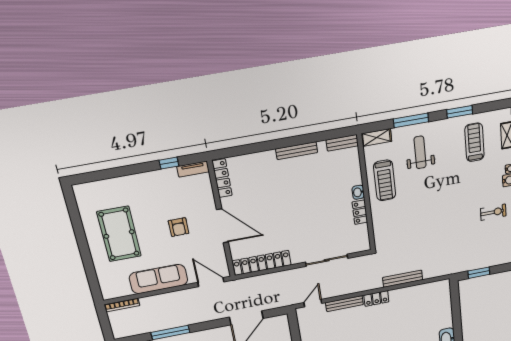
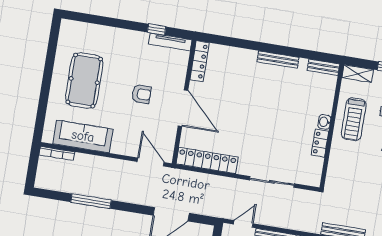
tv unit: (193, 169) -> (170, 42), width x1.41
armchair: (179, 227) -> (141, 94), turned -90
sofa: (159, 279) -> (83, 136), moved

